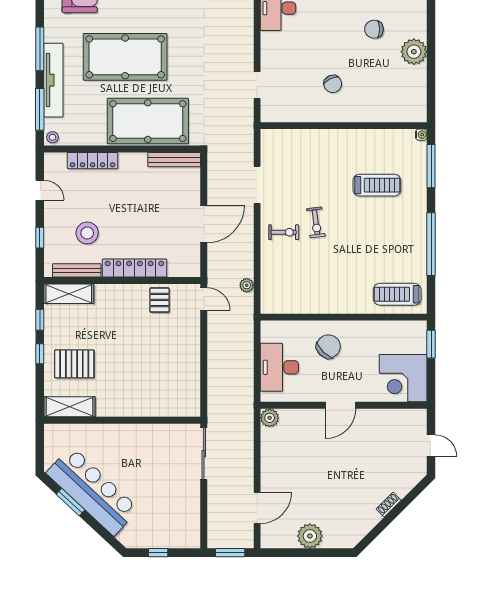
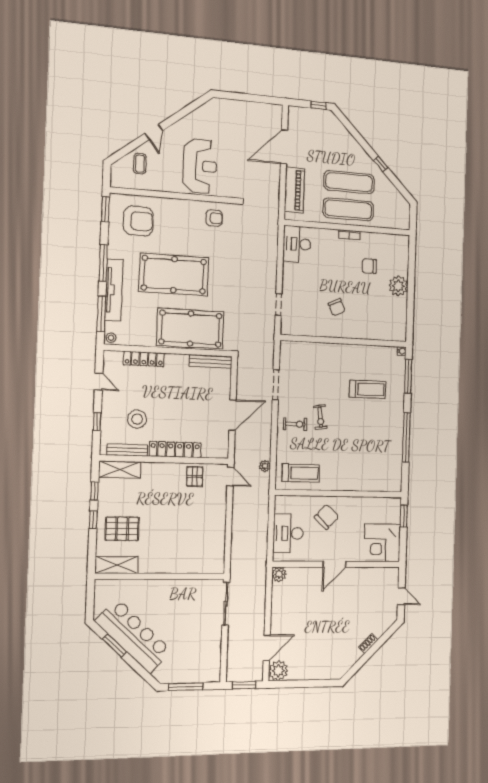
treadmill: (397, 294) -> (301, 473), moved, turned 180
plant: (310, 536) -> (278, 671), moved
window: (158, 553) -> (186, 687), width x2.17

